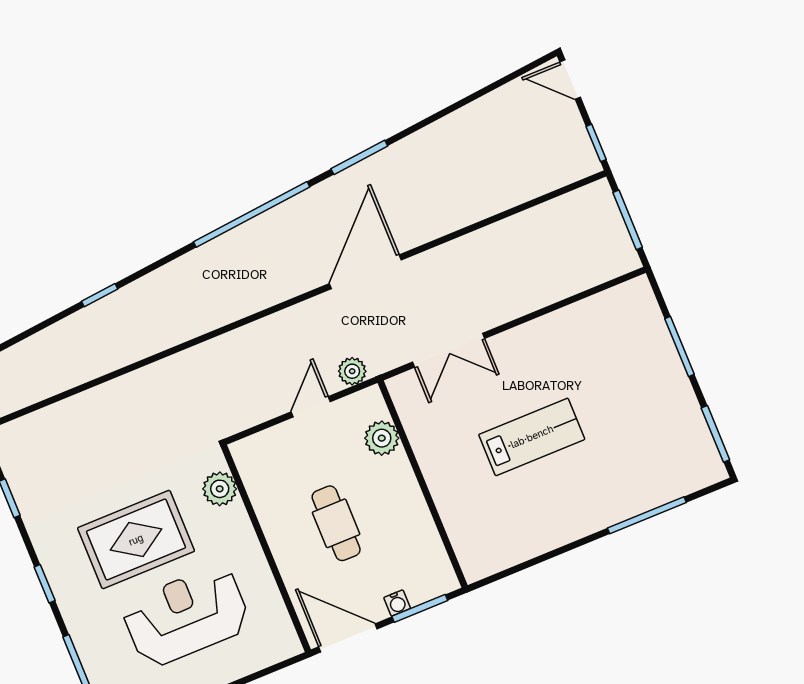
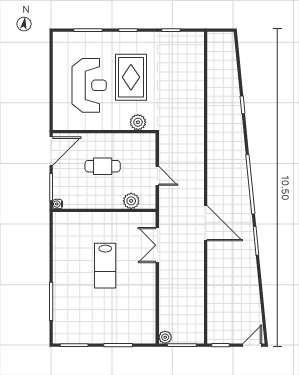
plant: (352, 371) -> (165, 337), moved
water cooler: (397, 603) -> (58, 204), moved

